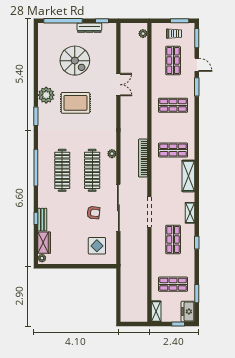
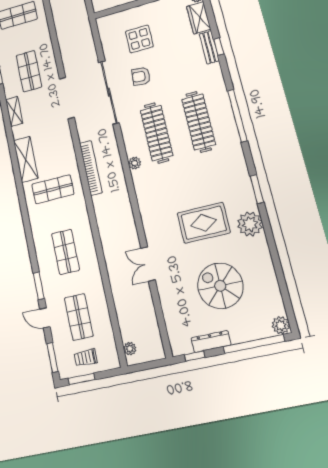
plant: (44, 29) -> (281, 325), added
shop shelf: (173, 105) -> (66, 252), turned 90
display table: (97, 246) -> (139, 39), moved

